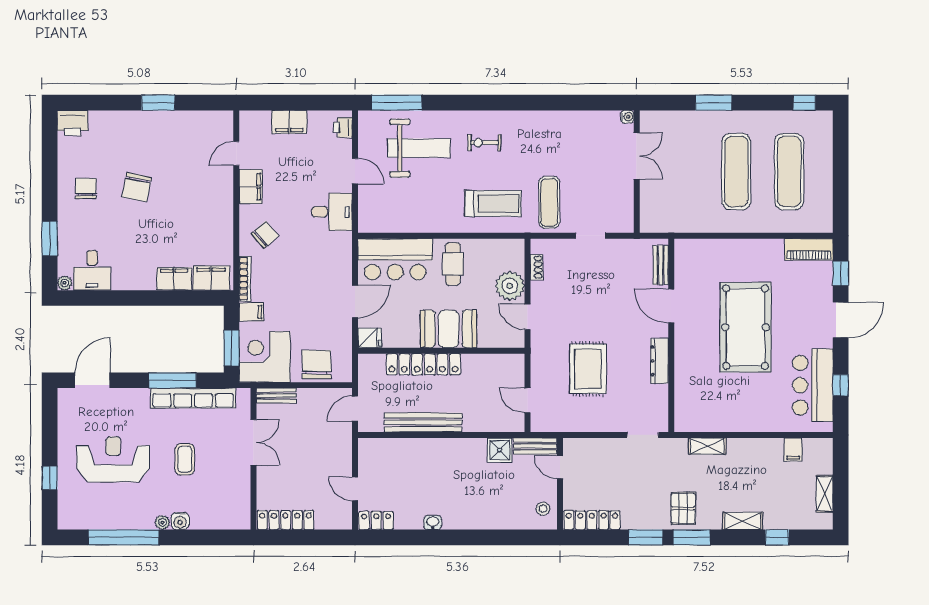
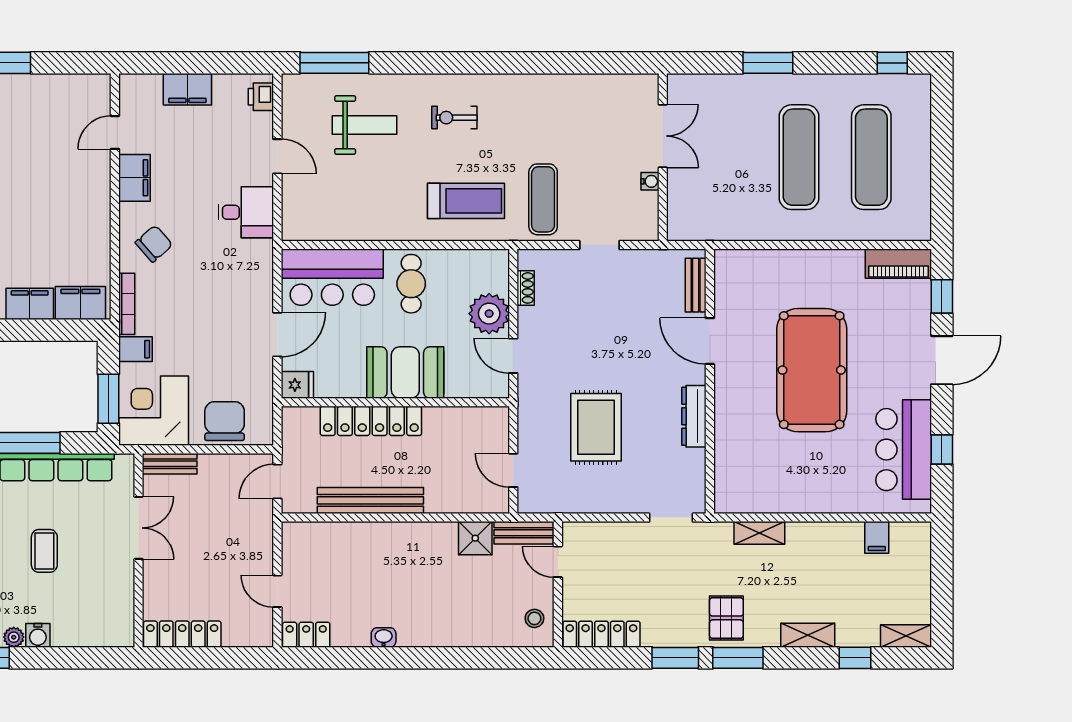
water cooler: (627, 117) -> (650, 181), moved
weight bench: (419, 148) -> (364, 125), width x0.73, depth x0.75
shelving: (825, 494) -> (906, 636), moved, turned 90

